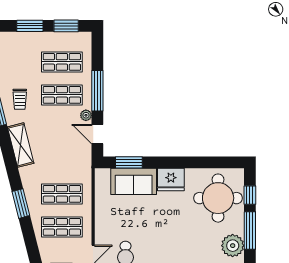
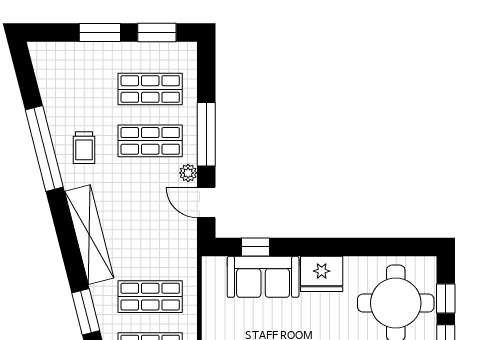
shelving: (21, 145) -> (89, 235), width x1.47
window: (129, 162) -> (256, 247), width x0.67

